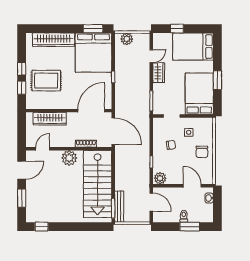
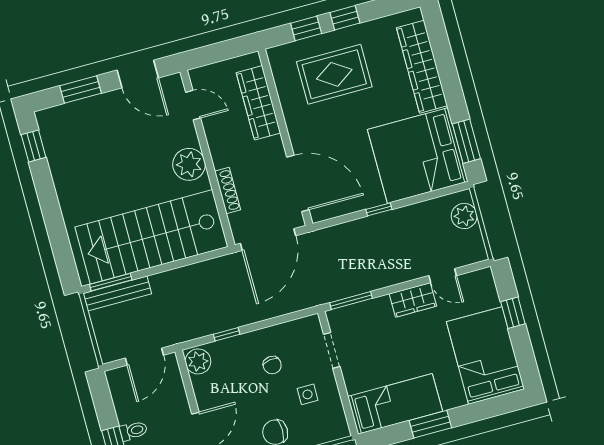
rug: (46, 81) -> (334, 74), turned 90
bed: (199, 94) -> (395, 404), width x0.67

